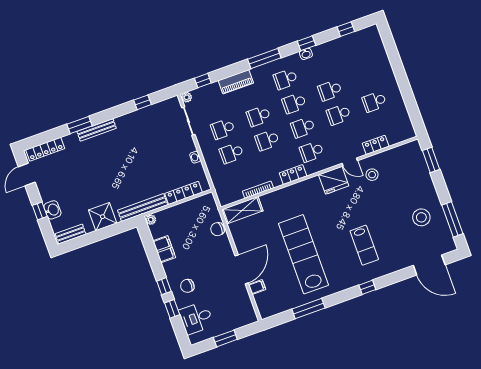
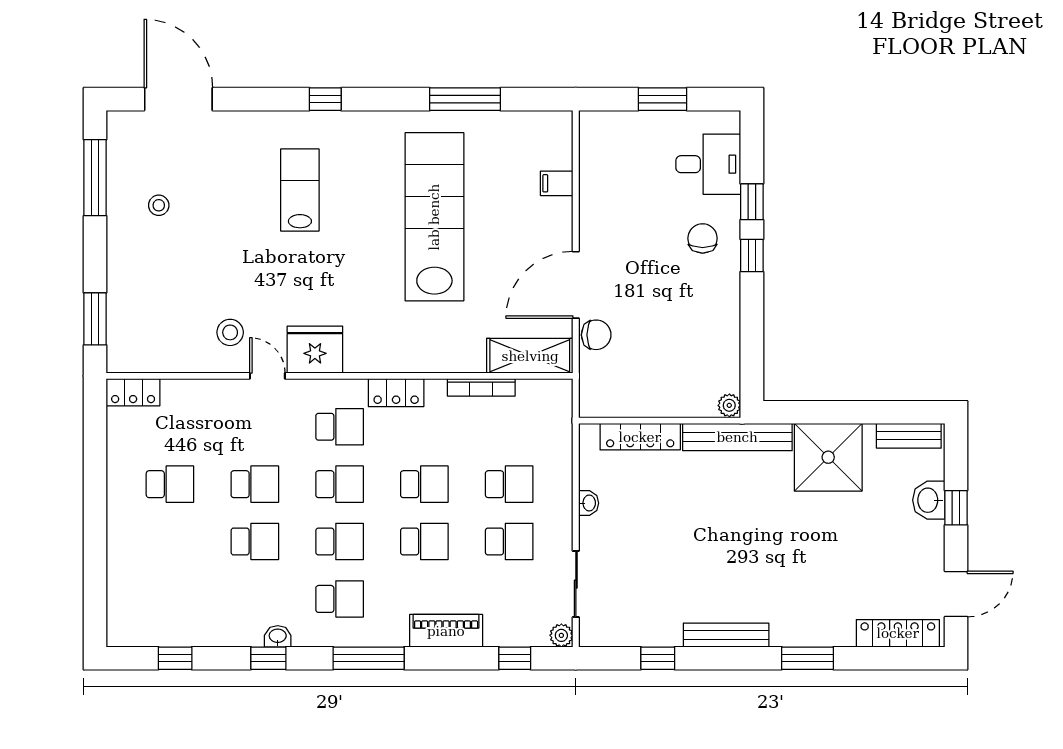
bench: (97, 130) -> (726, 635), moved
locker: (376, 145) -> (133, 392), moved
shower: (103, 217) -> (828, 457), width x1.37, depth x1.37
stool: (421, 217) -> (159, 205), width x0.53, depth x0.53
filing cabinet: (164, 249) -> (723, 333), removed
lab bench: (304, 254) -> (434, 217), turned 180
door: (242, 269) -> (576, 285), moved
chair: (187, 286) -> (703, 238), turned -90

